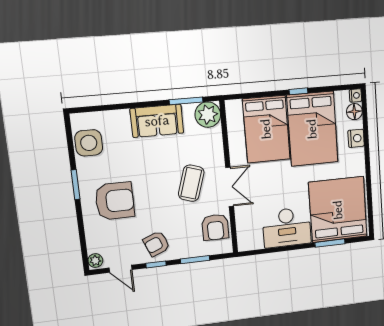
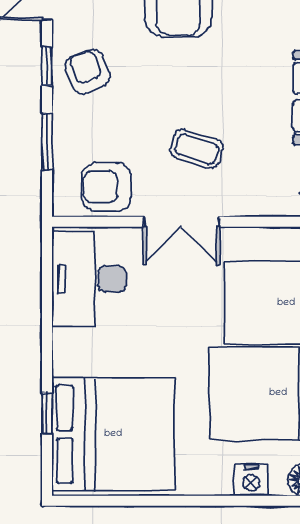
coffee table: (191, 183) -> (197, 149), width x0.73, depth x0.77
desk: (287, 227) -> (89, 279), moved
window: (330, 243) -> (47, 413), width x0.67

